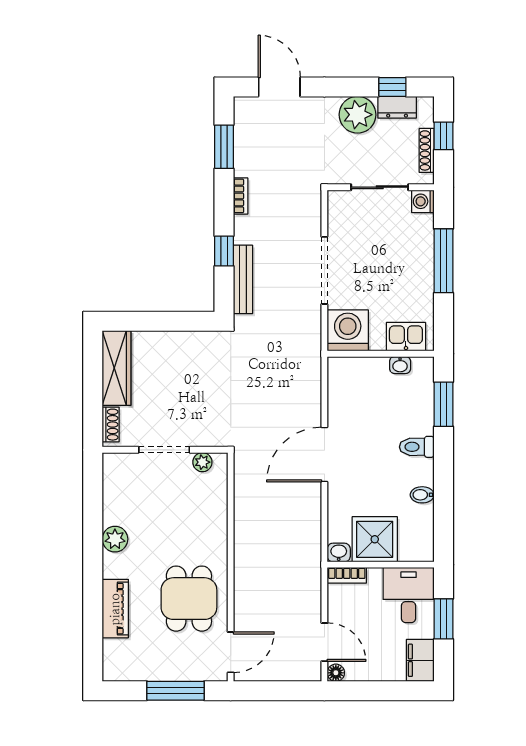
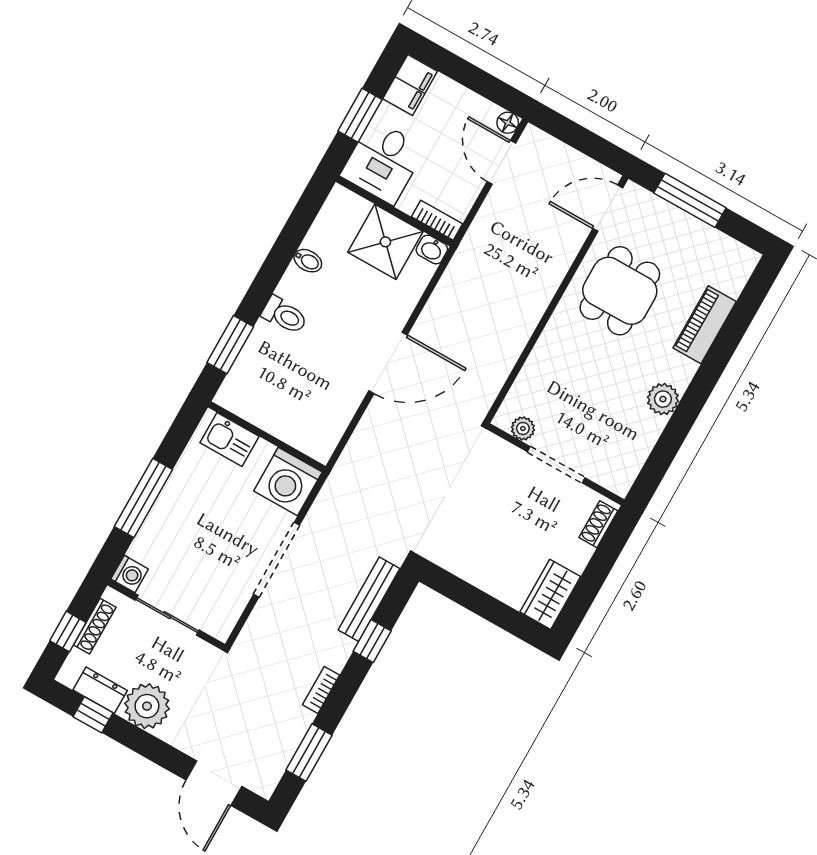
washbasin: (400, 365) -> (253, 413), removed
wardrobe: (117, 368) -> (550, 594), width x0.67

